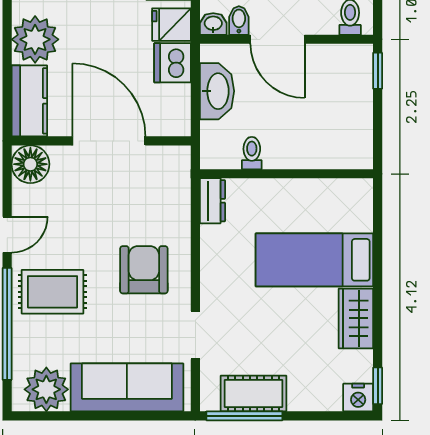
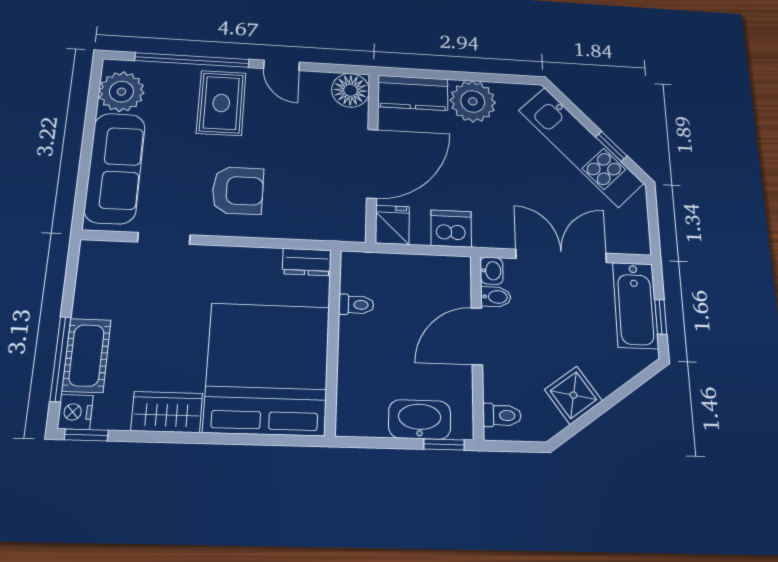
fridge: (171, 25) -> (392, 225), moved
washbasin: (217, 91) -> (420, 419), moved, turned 180
bed: (314, 260) -> (267, 369), width x2.04
cot: (253, 393) -> (87, 355), moved
window: (244, 416) -> (60, 359), moved

